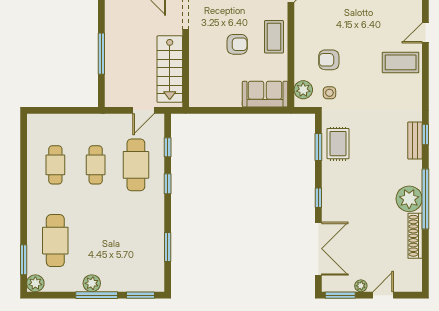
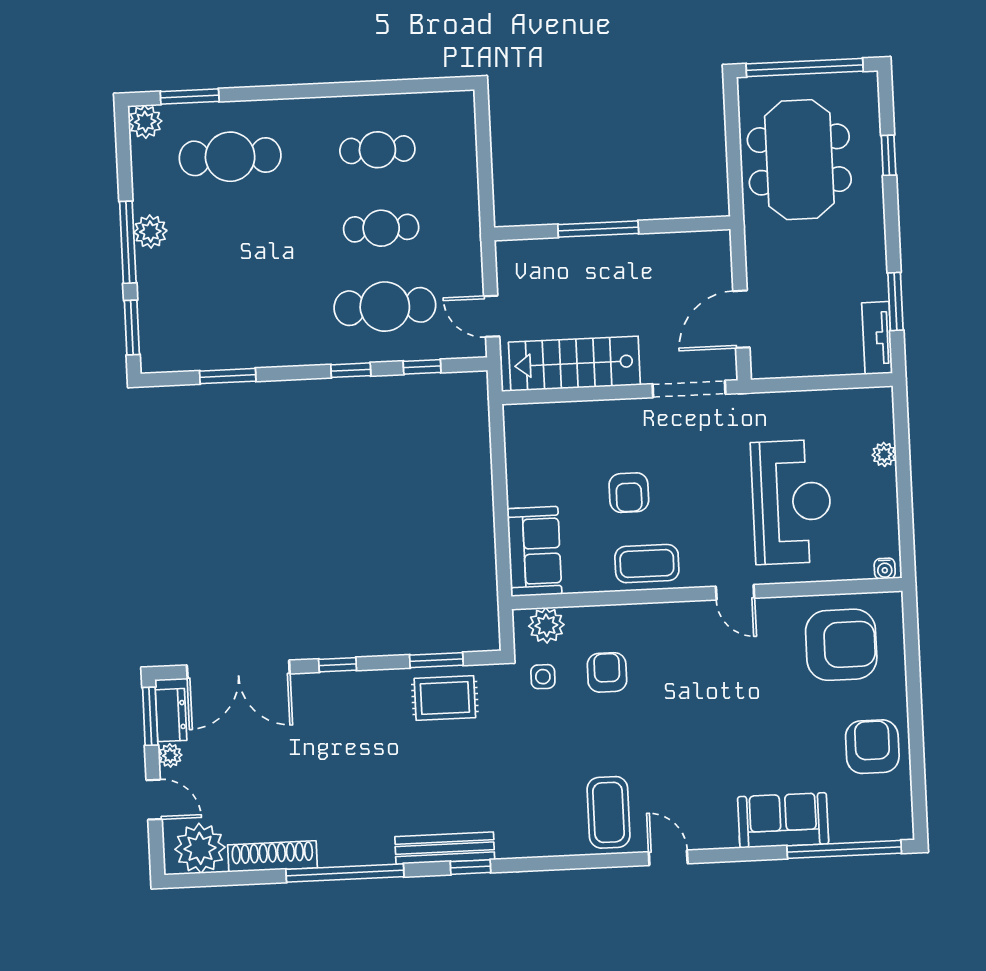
bench: (415, 141) -> (445, 848), width x1.36
plant: (409, 199) -> (200, 848), moved
dresser: (340, 284) -> (171, 715), added

